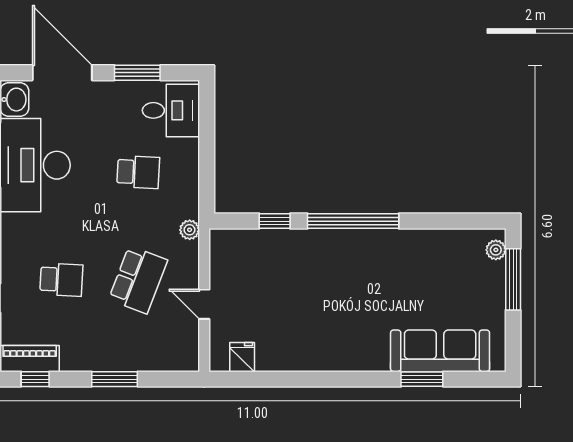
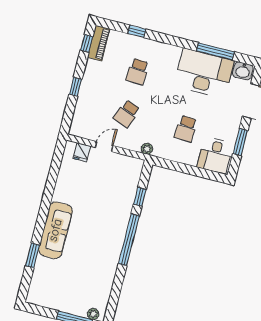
school desk: (138, 280) -> (127, 114), width x0.54
sofa: (440, 351) -> (55, 230), moved
fridge: (242, 357) -> (82, 152), moved, turned 90
window: (115, 379) -> (76, 87), width x0.67

